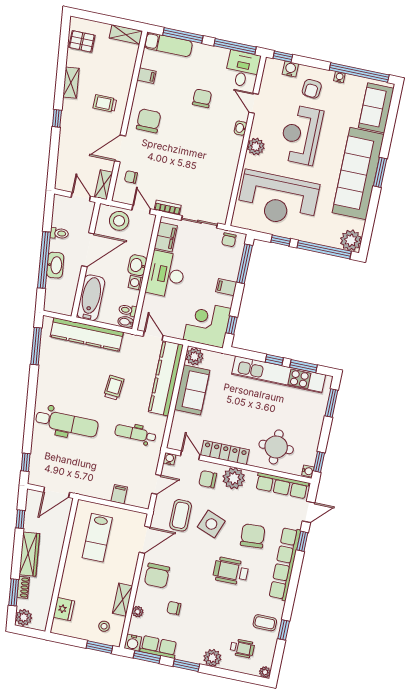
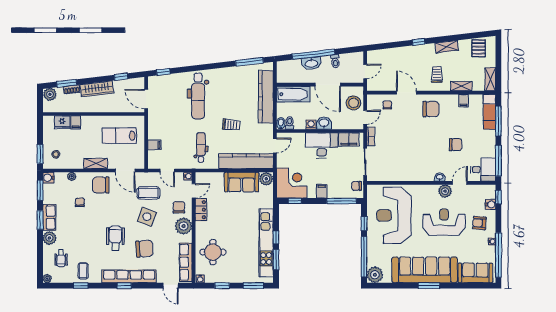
plant: (256, 147) -> (445, 191), moved
shelving: (104, 185) -> (461, 86), moved
locker: (225, 452) -> (201, 210), width x0.66
window: (319, 462) -> (222, 286), moved
window: (302, 541) -> (124, 286), moved
filing cabinet: (68, 591) -> (76, 122), added
shelving: (122, 600) -> (96, 164), moved
row of seats: (159, 647) -> (49, 217), moved

